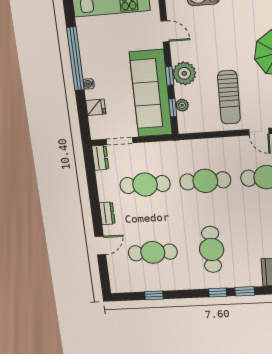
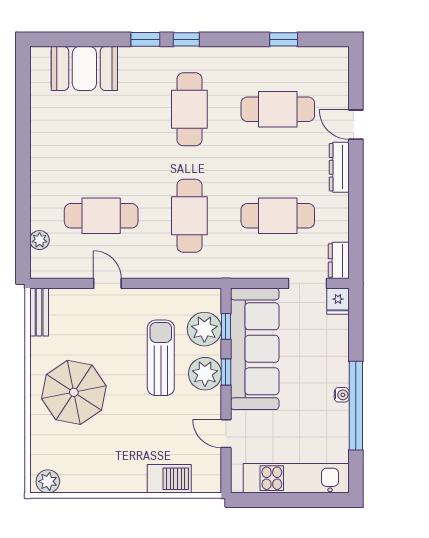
water cooler: (89, 84) -> (342, 395), moved
sun lounger: (229, 97) -> (161, 358), moved
plant: (182, 105) -> (204, 329), width x1.88, depth x1.88
fridge: (96, 107) -> (338, 301), moved, turned -90
cafe table: (205, 181) -> (189, 216), turned 90
dresser: (107, 213) -> (339, 167), width x1.44
door: (100, 246) -> (356, 125), hinge flipped

